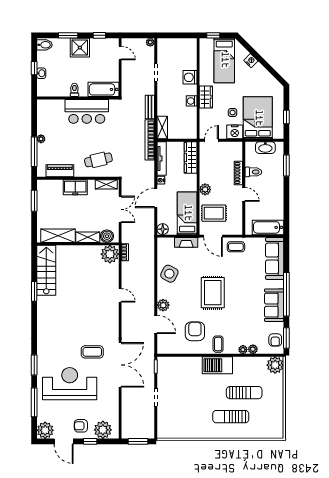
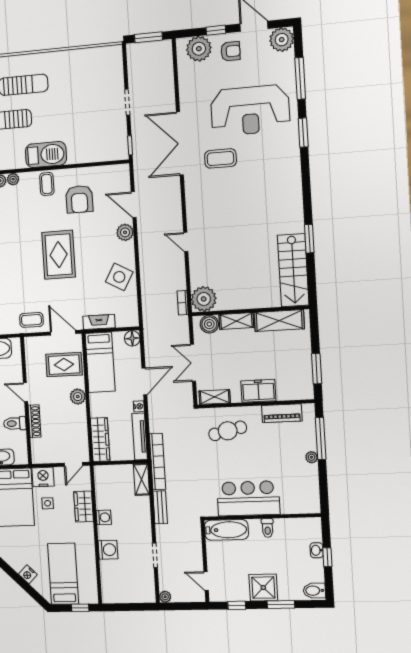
wardrobe: (206, 97) -> (84, 506), moved

